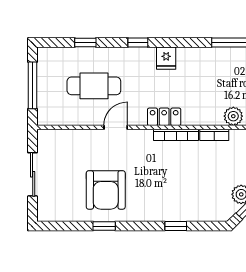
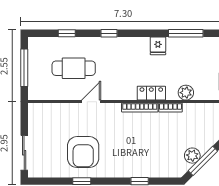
fridge: (166, 58) -> (158, 46), moved
locker: (164, 117) -> (151, 93), moved
sliding door: (33, 174) -> (24, 153), moved

